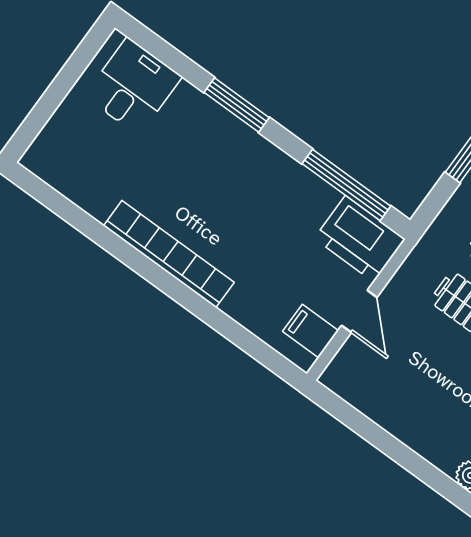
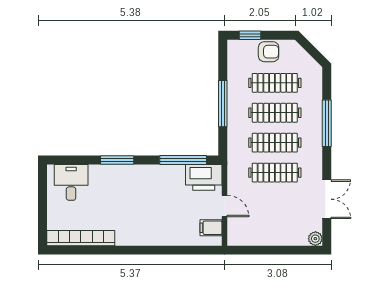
bookcase: (169, 254) -> (81, 238), moved

